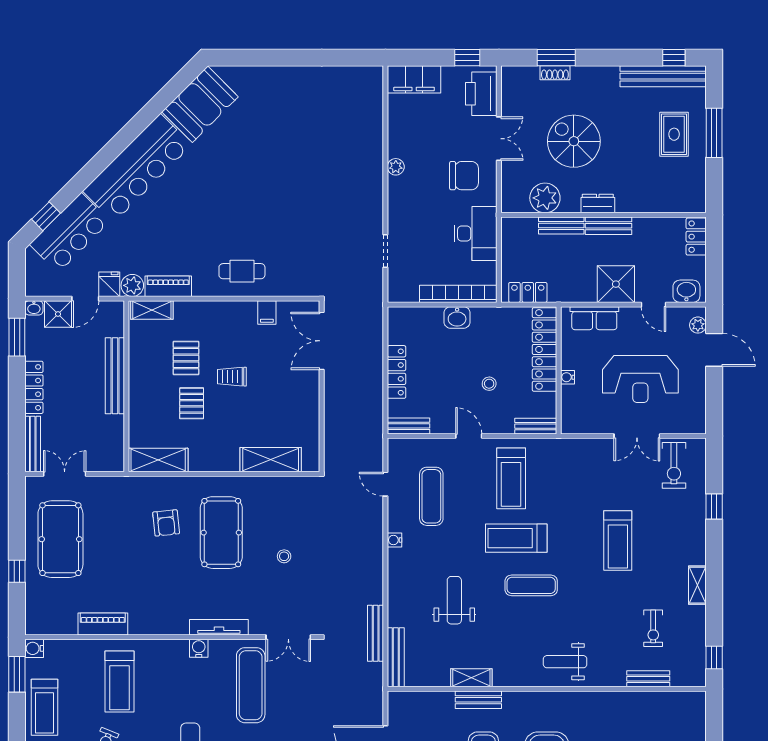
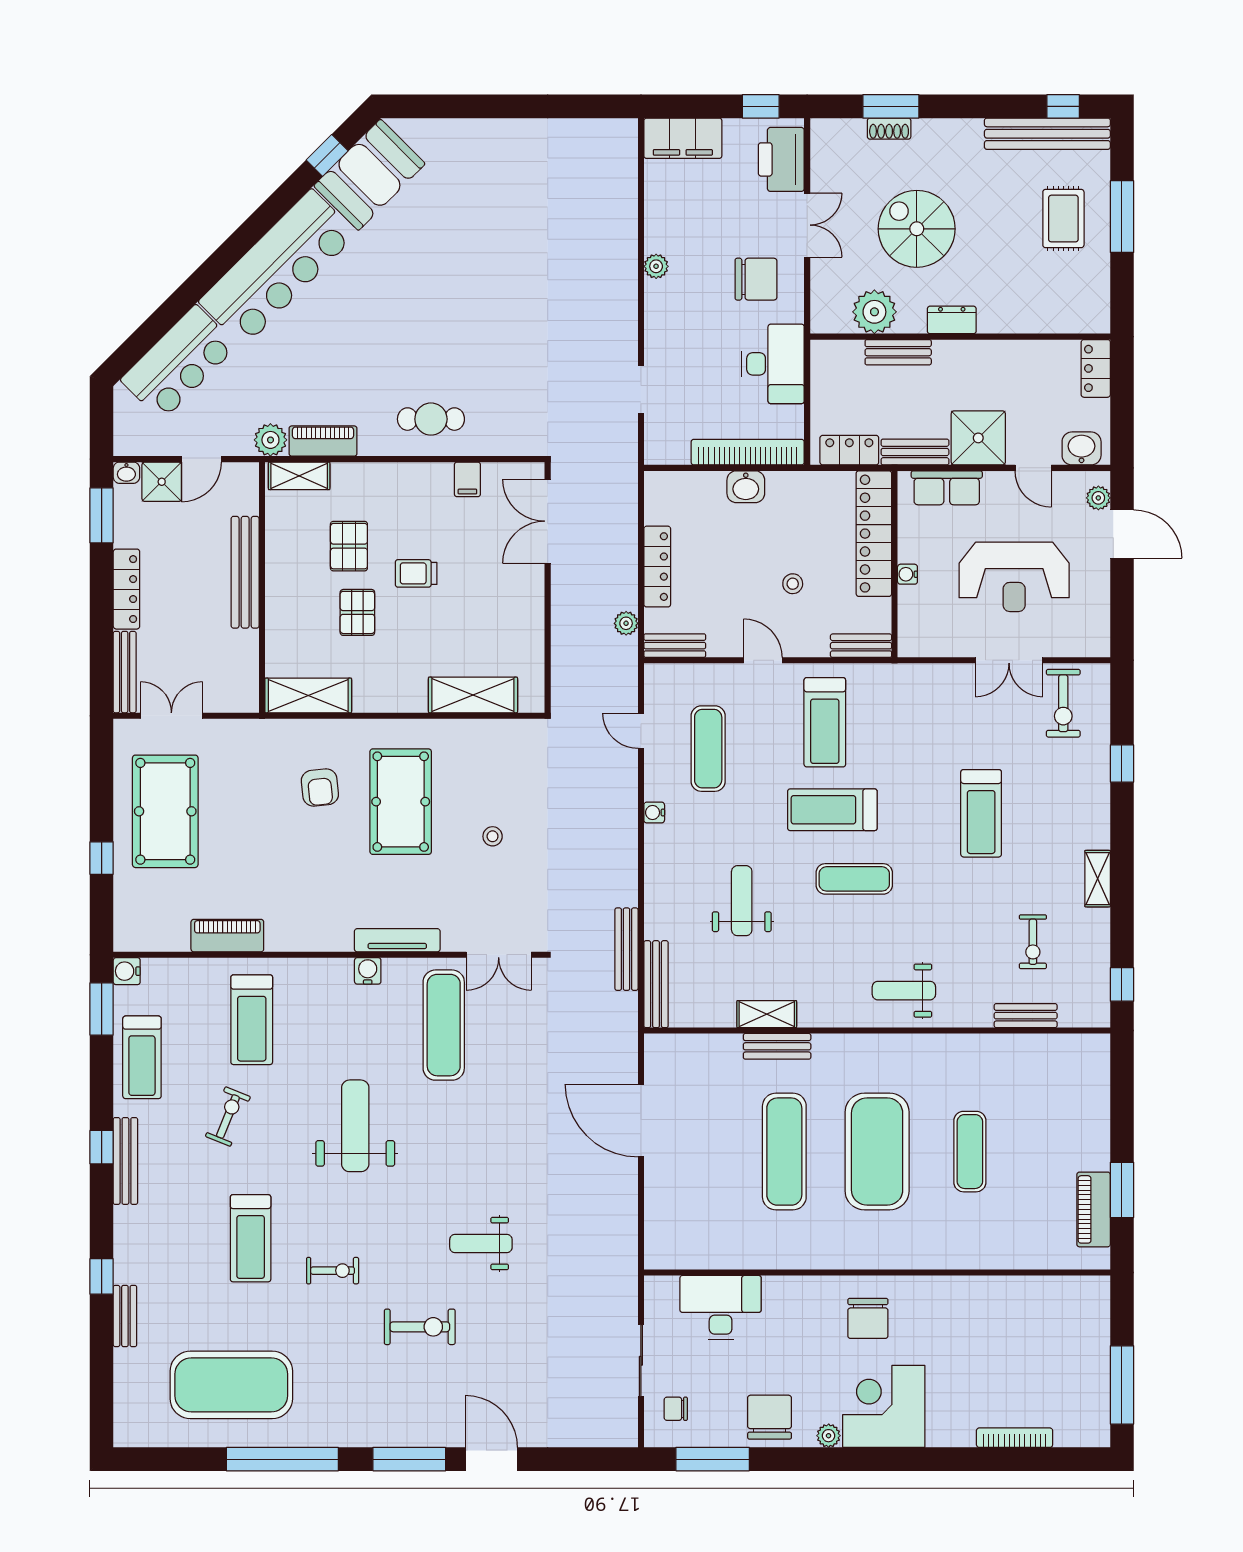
window: (46, 216) -> (327, 155), moved
bench: (609, 226) -> (915, 452), moved
fridge: (109, 284) -> (237, 438), removed
plant: (375, 411) -> (626, 623), added

